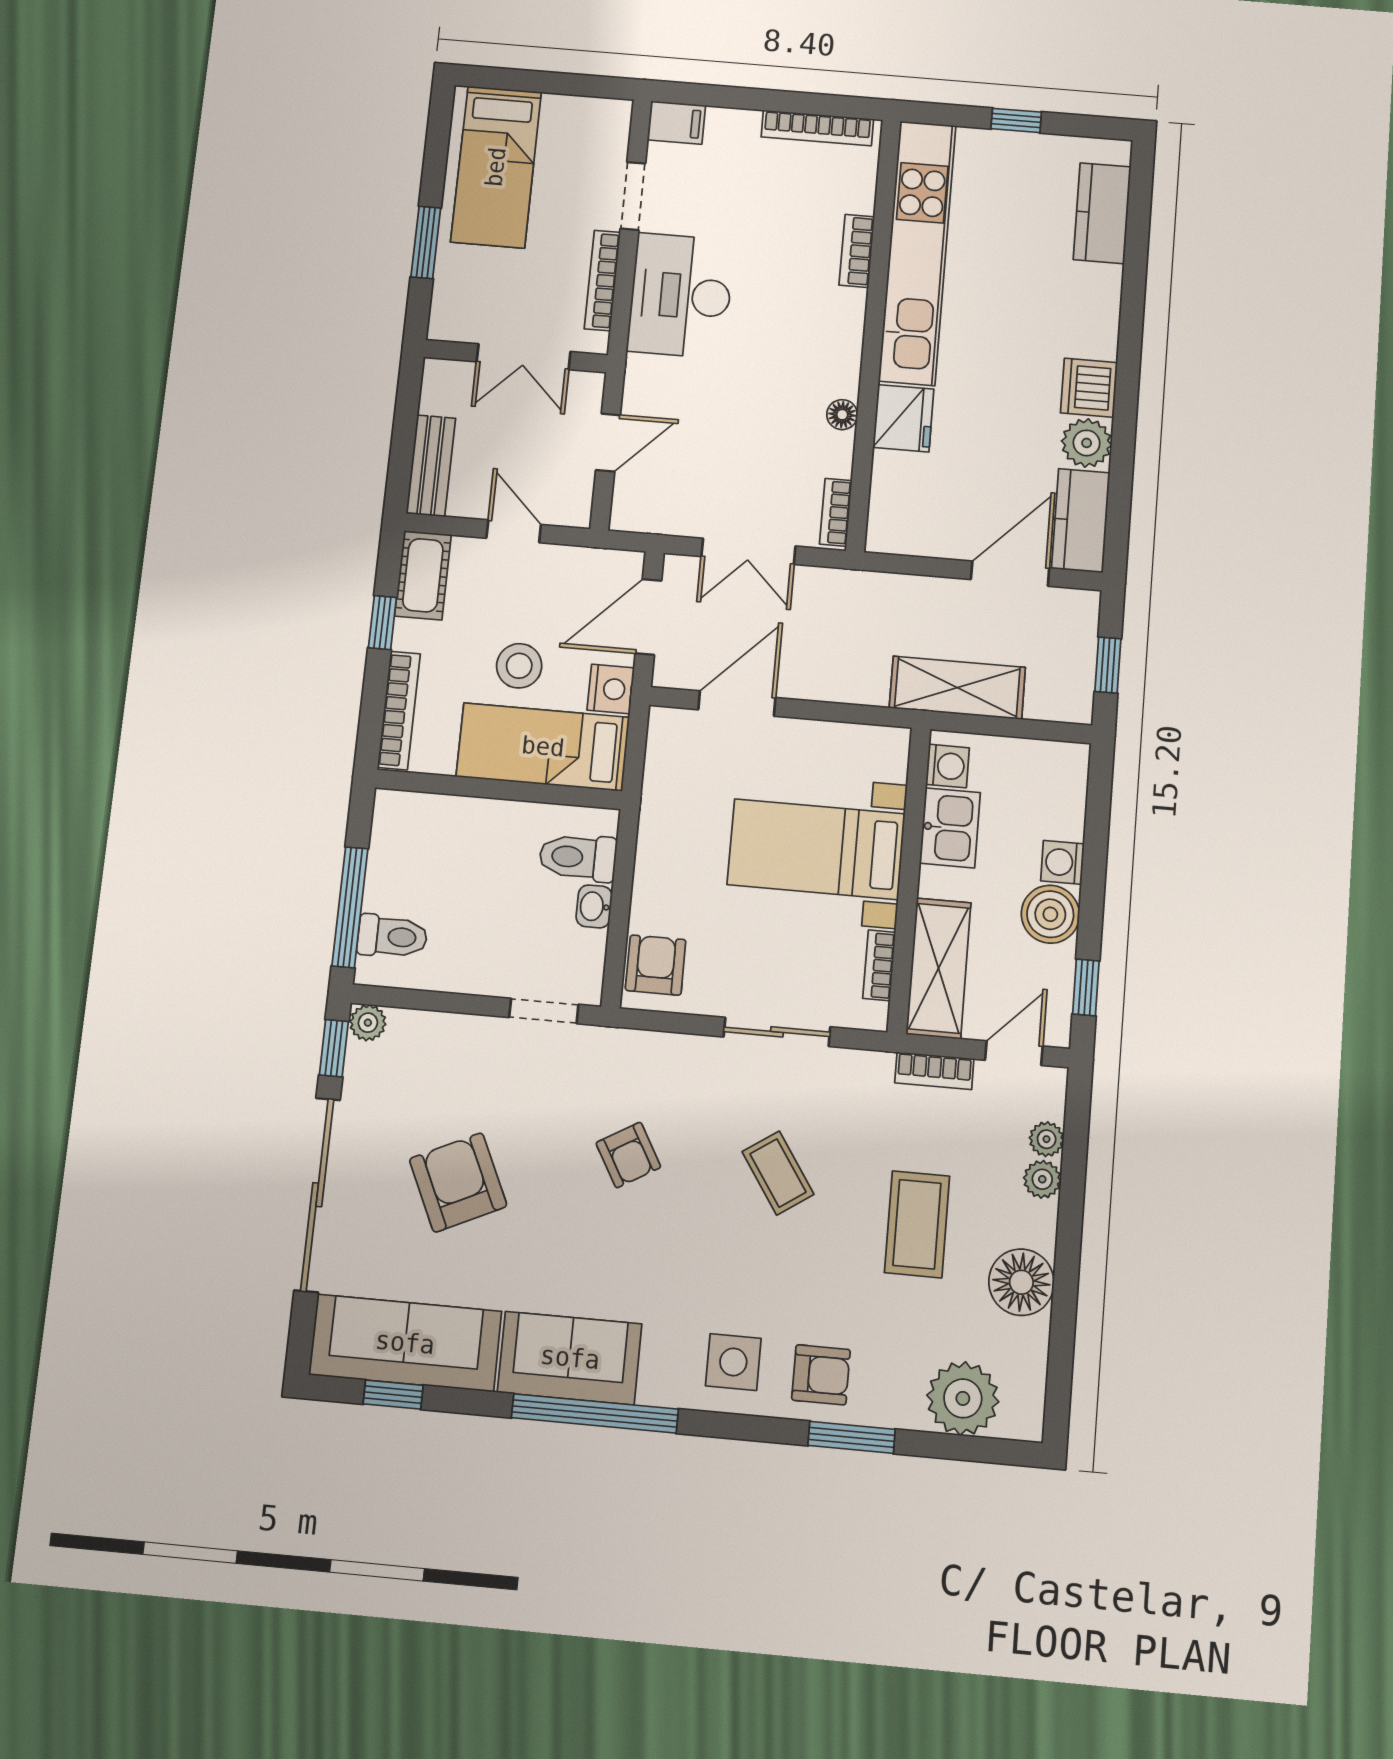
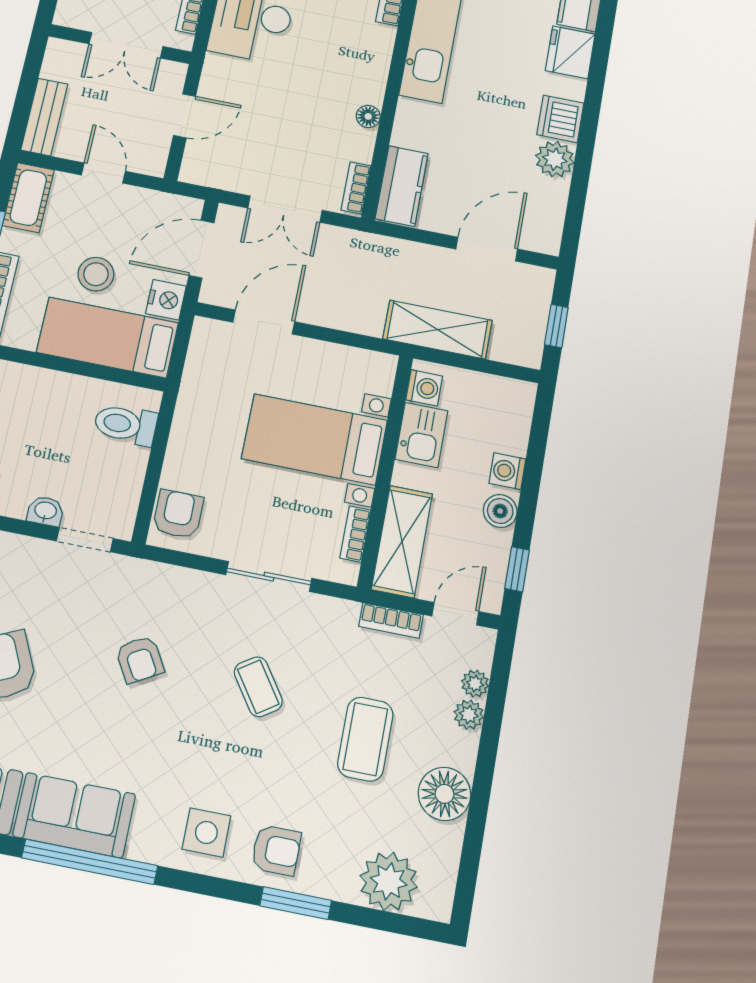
fridge: (903, 418) -> (570, 52), moved, turned 180
kitchen counter: (1081, 521) -> (402, 186), moved, turned 180
washbasin: (594, 906) -> (45, 511), moved, turned 90
boiler: (1050, 914) -> (500, 511), width x0.73, depth x0.73

